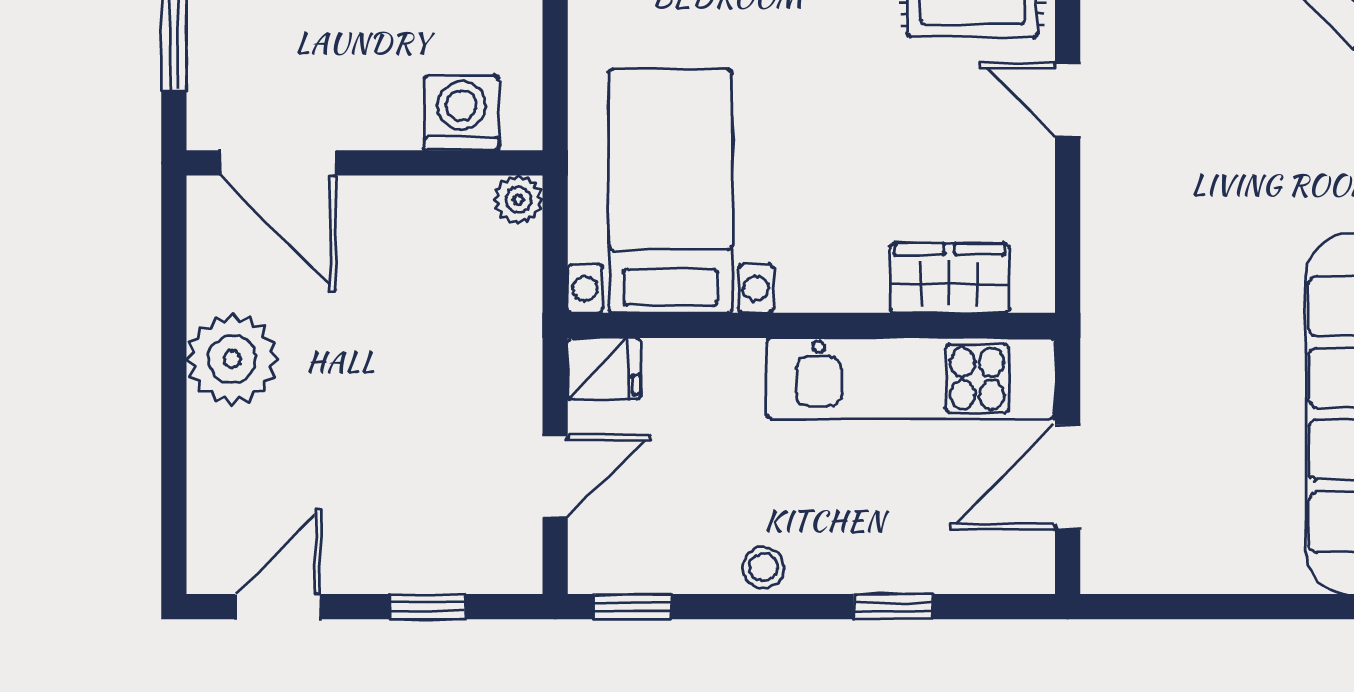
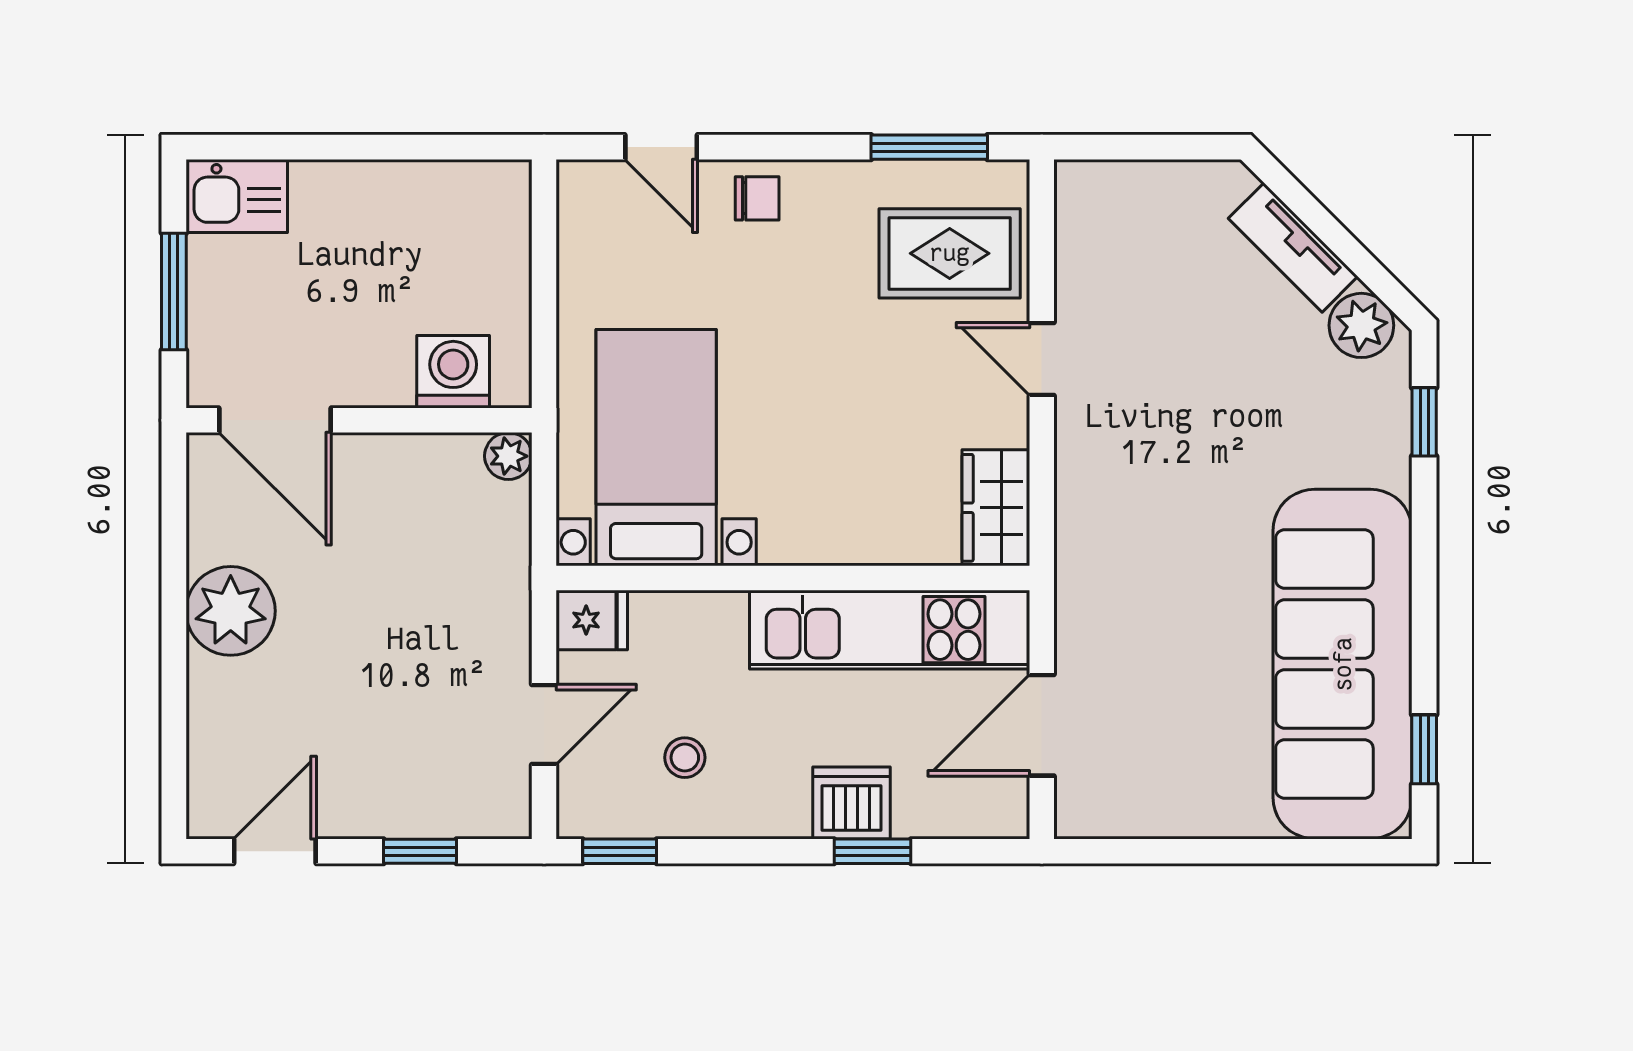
wardrobe: (950, 278) -> (996, 508), moved, turned -90
dishwasher: (872, 557) -> (852, 803), added
stool: (763, 567) -> (685, 758), moved

